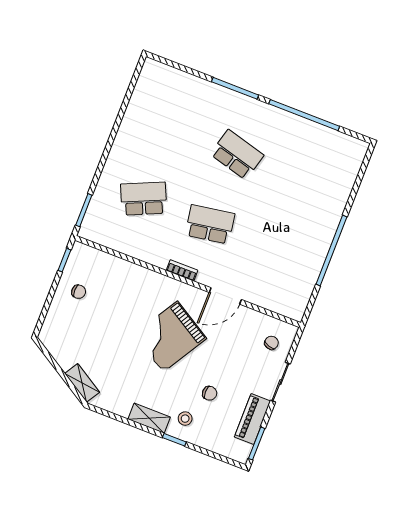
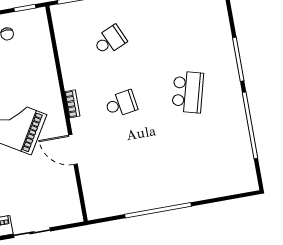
school desk: (144, 199) -> (110, 40), width x0.54
school desk: (210, 224) -> (121, 104), width x0.54
chair: (271, 343) -> (58, 207), removed

